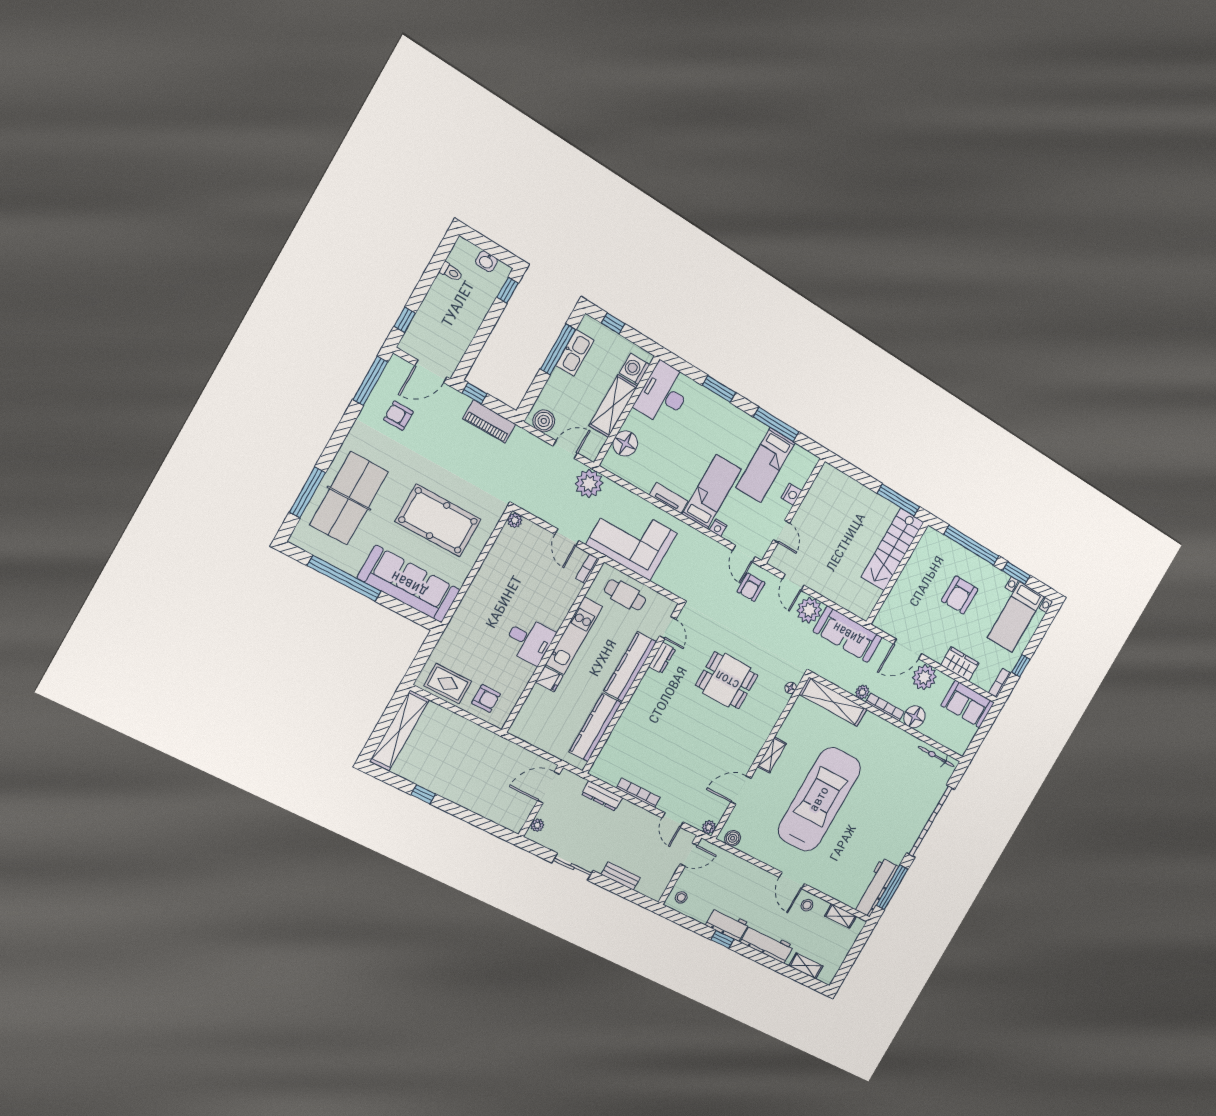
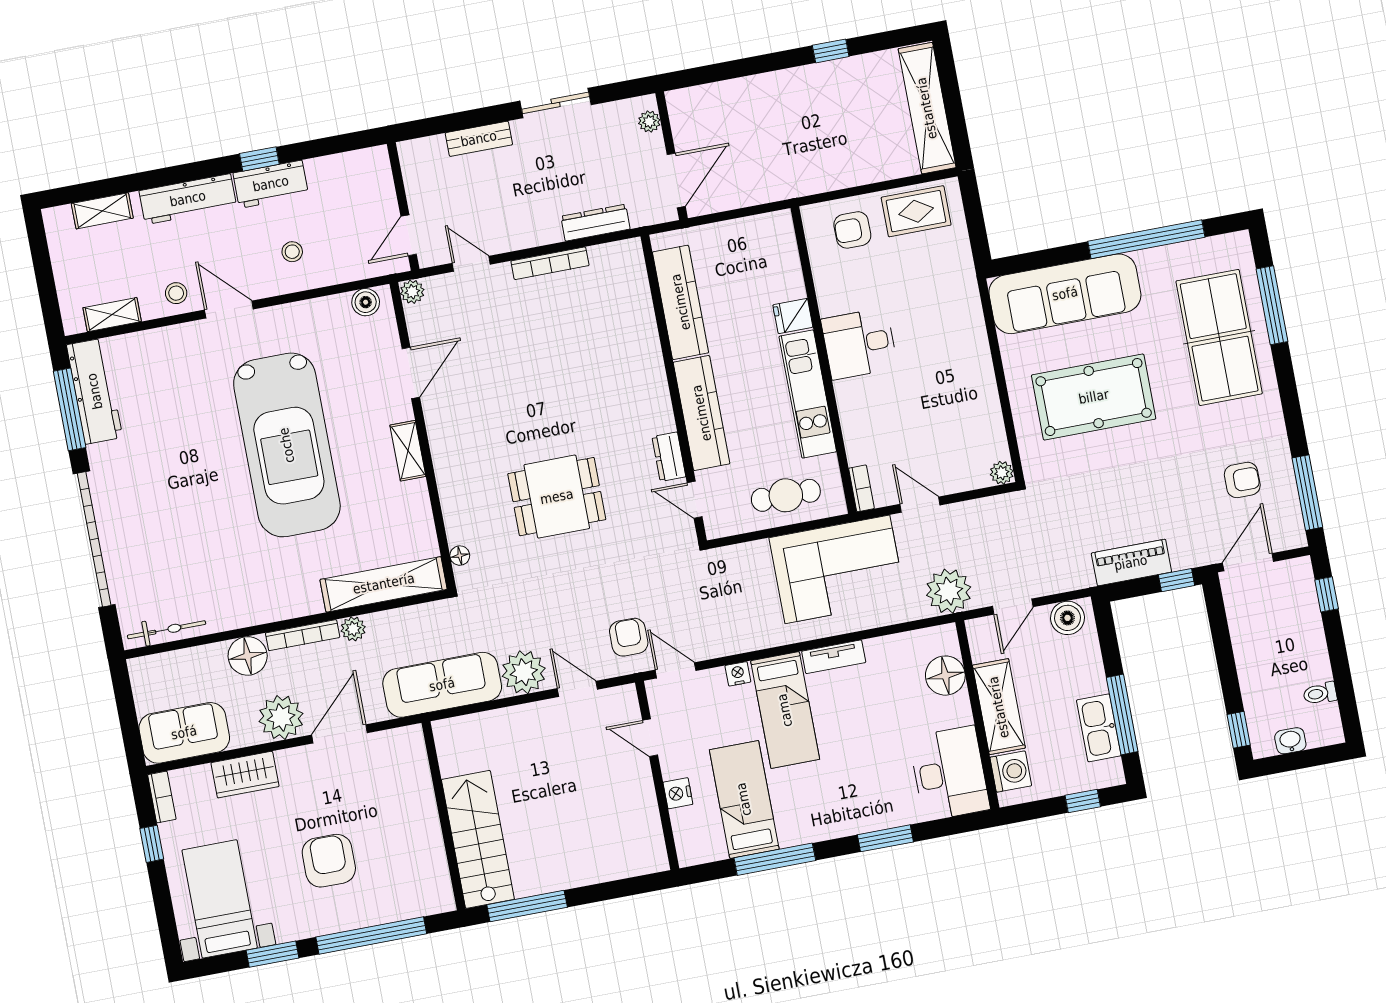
stool: (681, 897) -> (292, 252), moved

